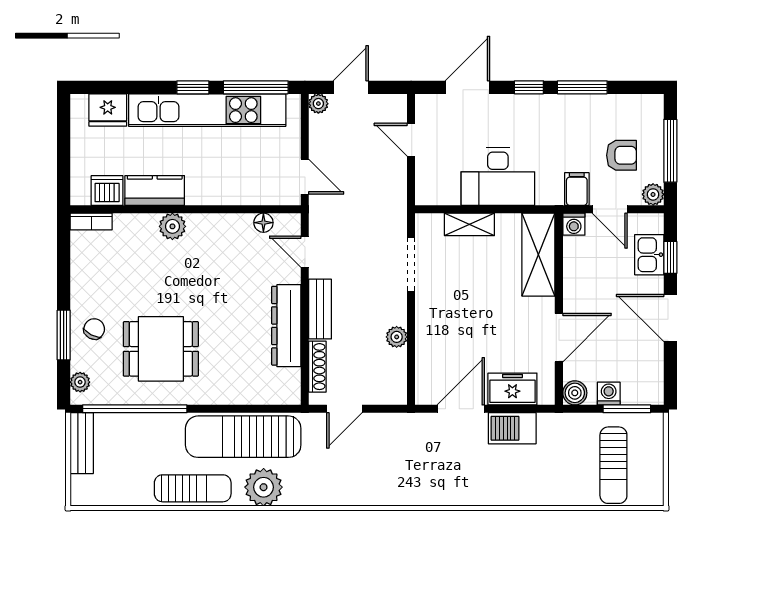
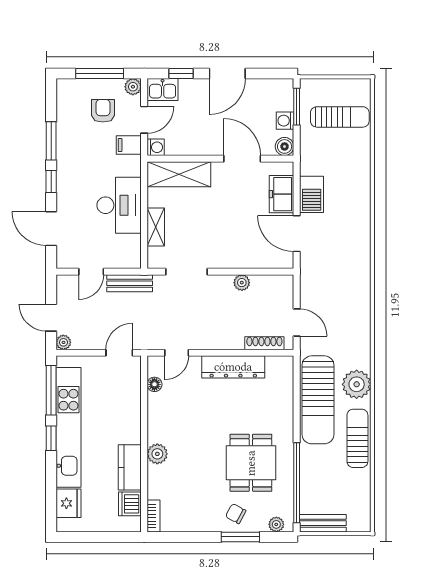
kitchen sink: (649, 255) -> (163, 90), moved
bench: (320, 309) -> (130, 283), moved

